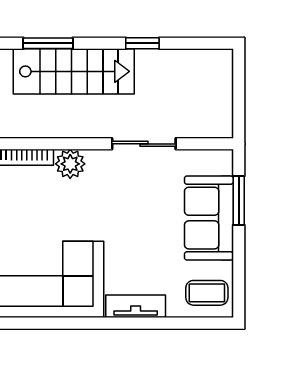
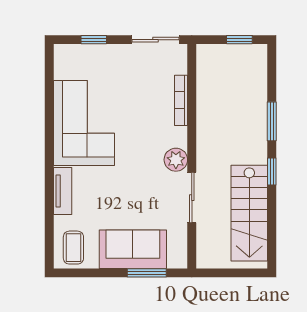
window: (142, 43) -> (272, 171), moved
stairs: (74, 71) -> (249, 213), moved
plant: (70, 164) -> (176, 160), moved

